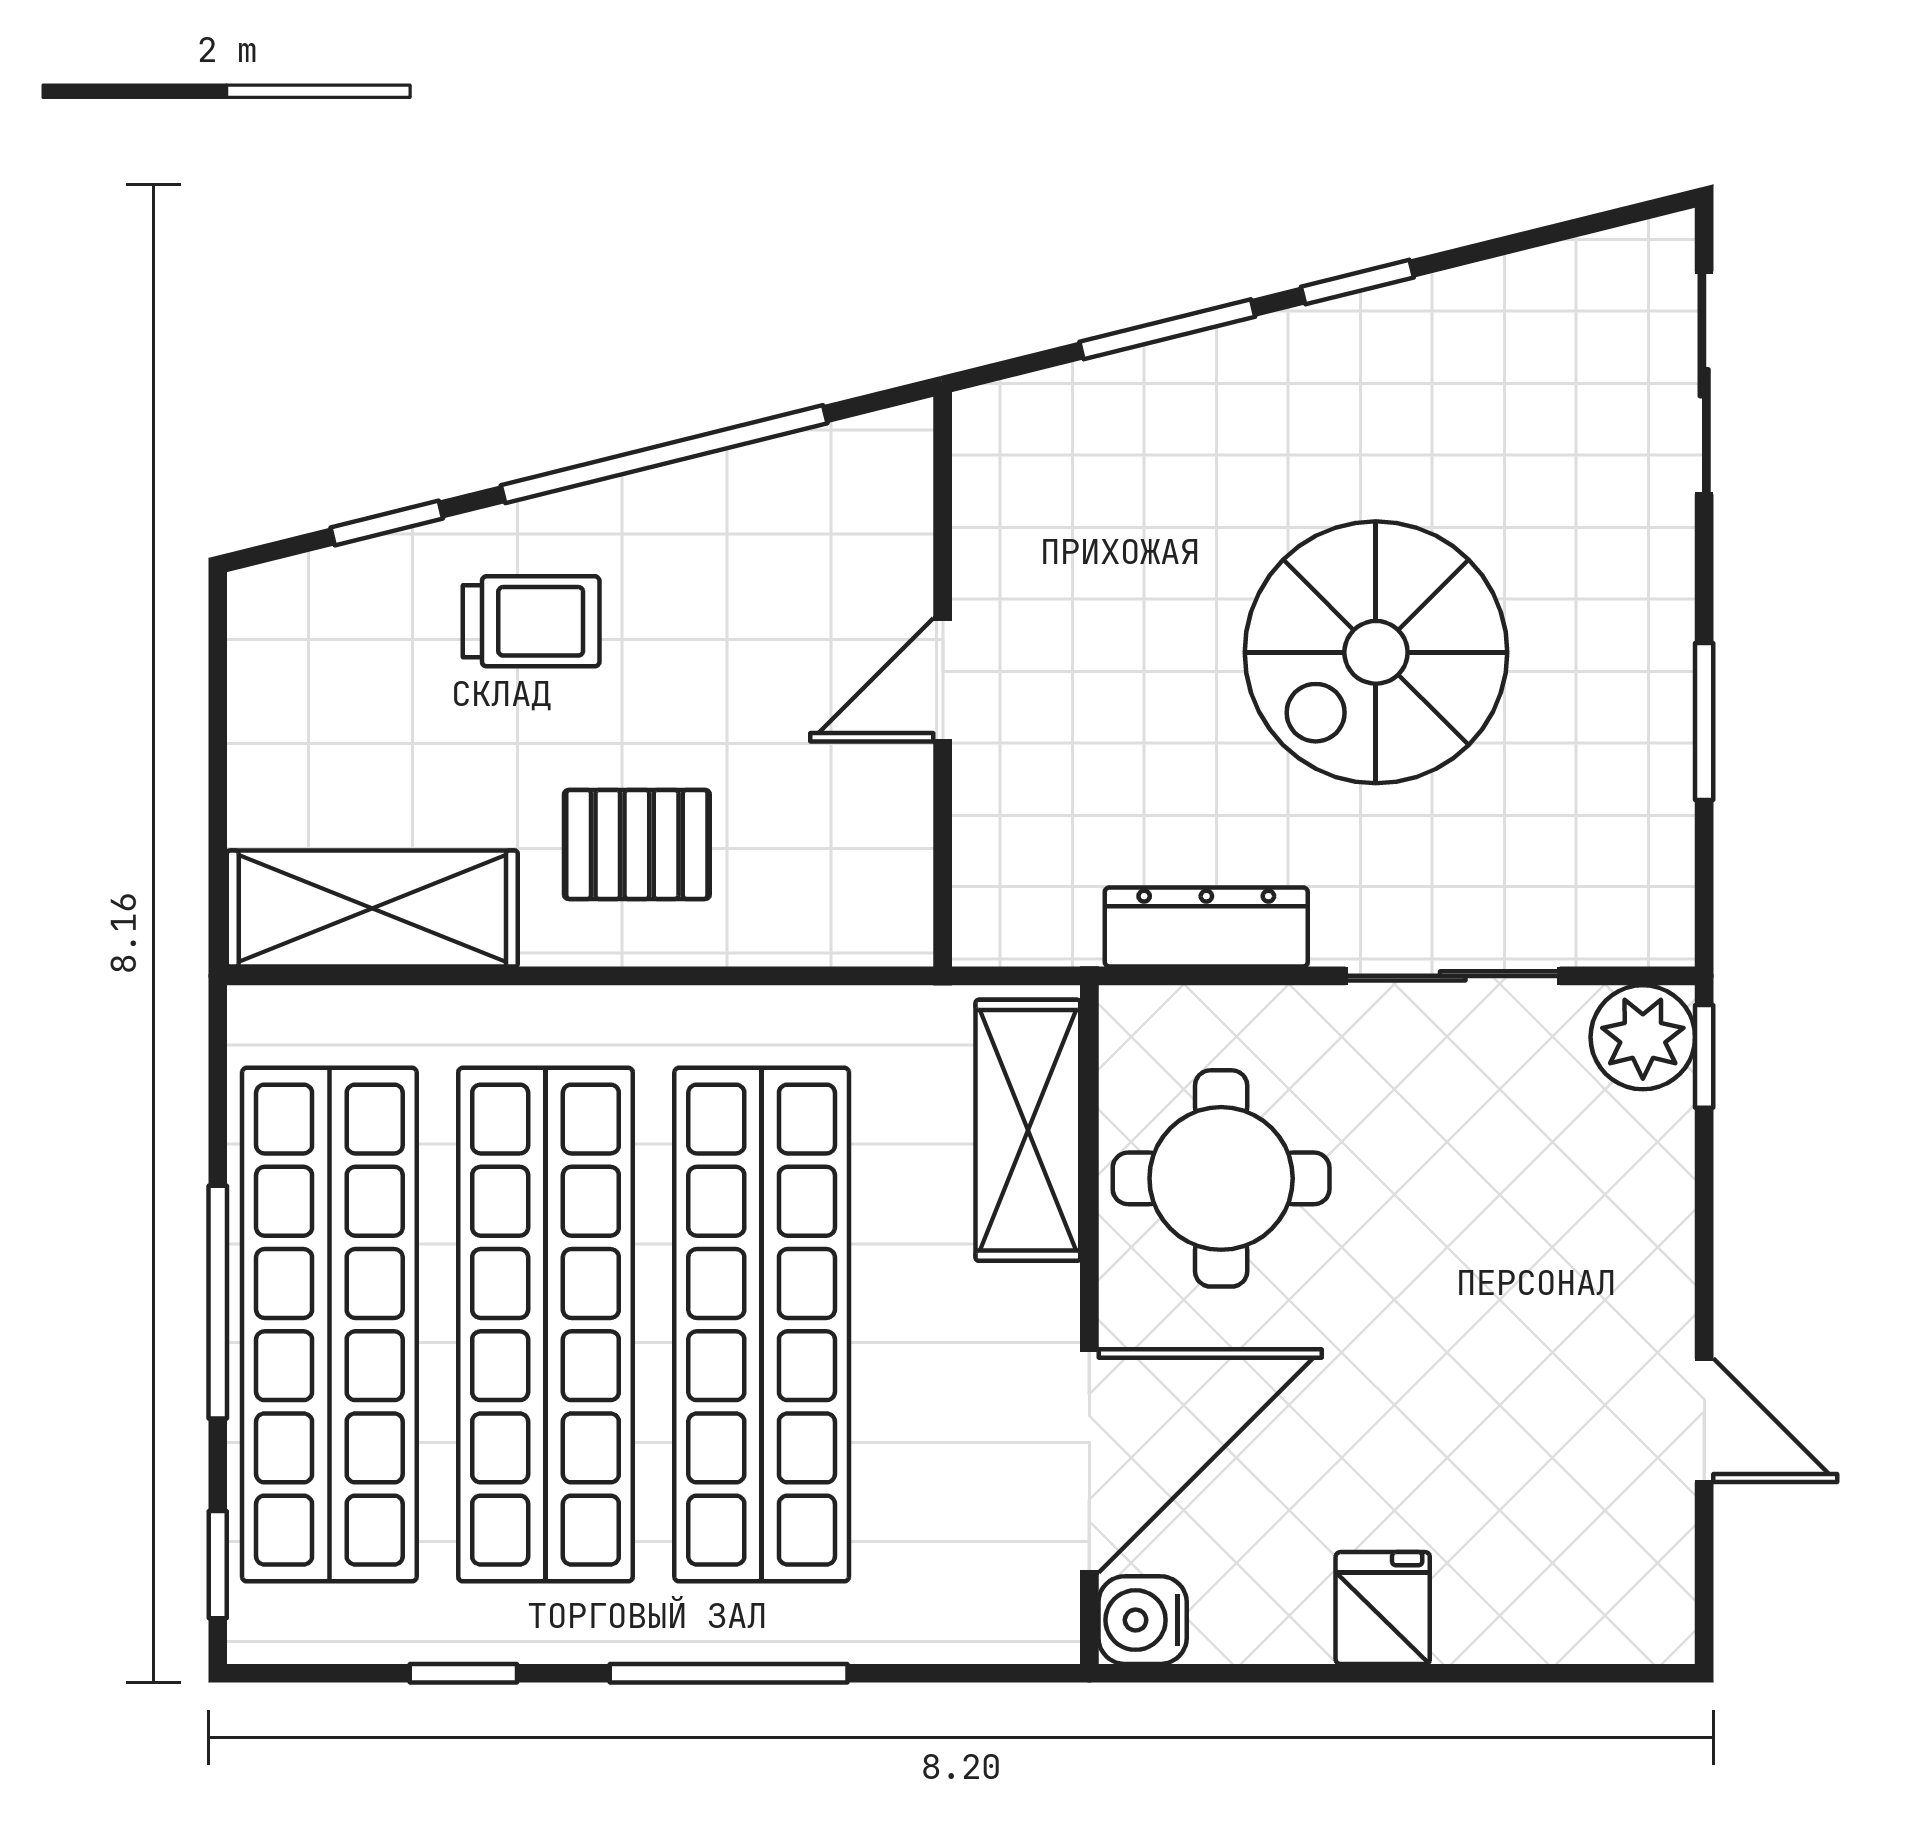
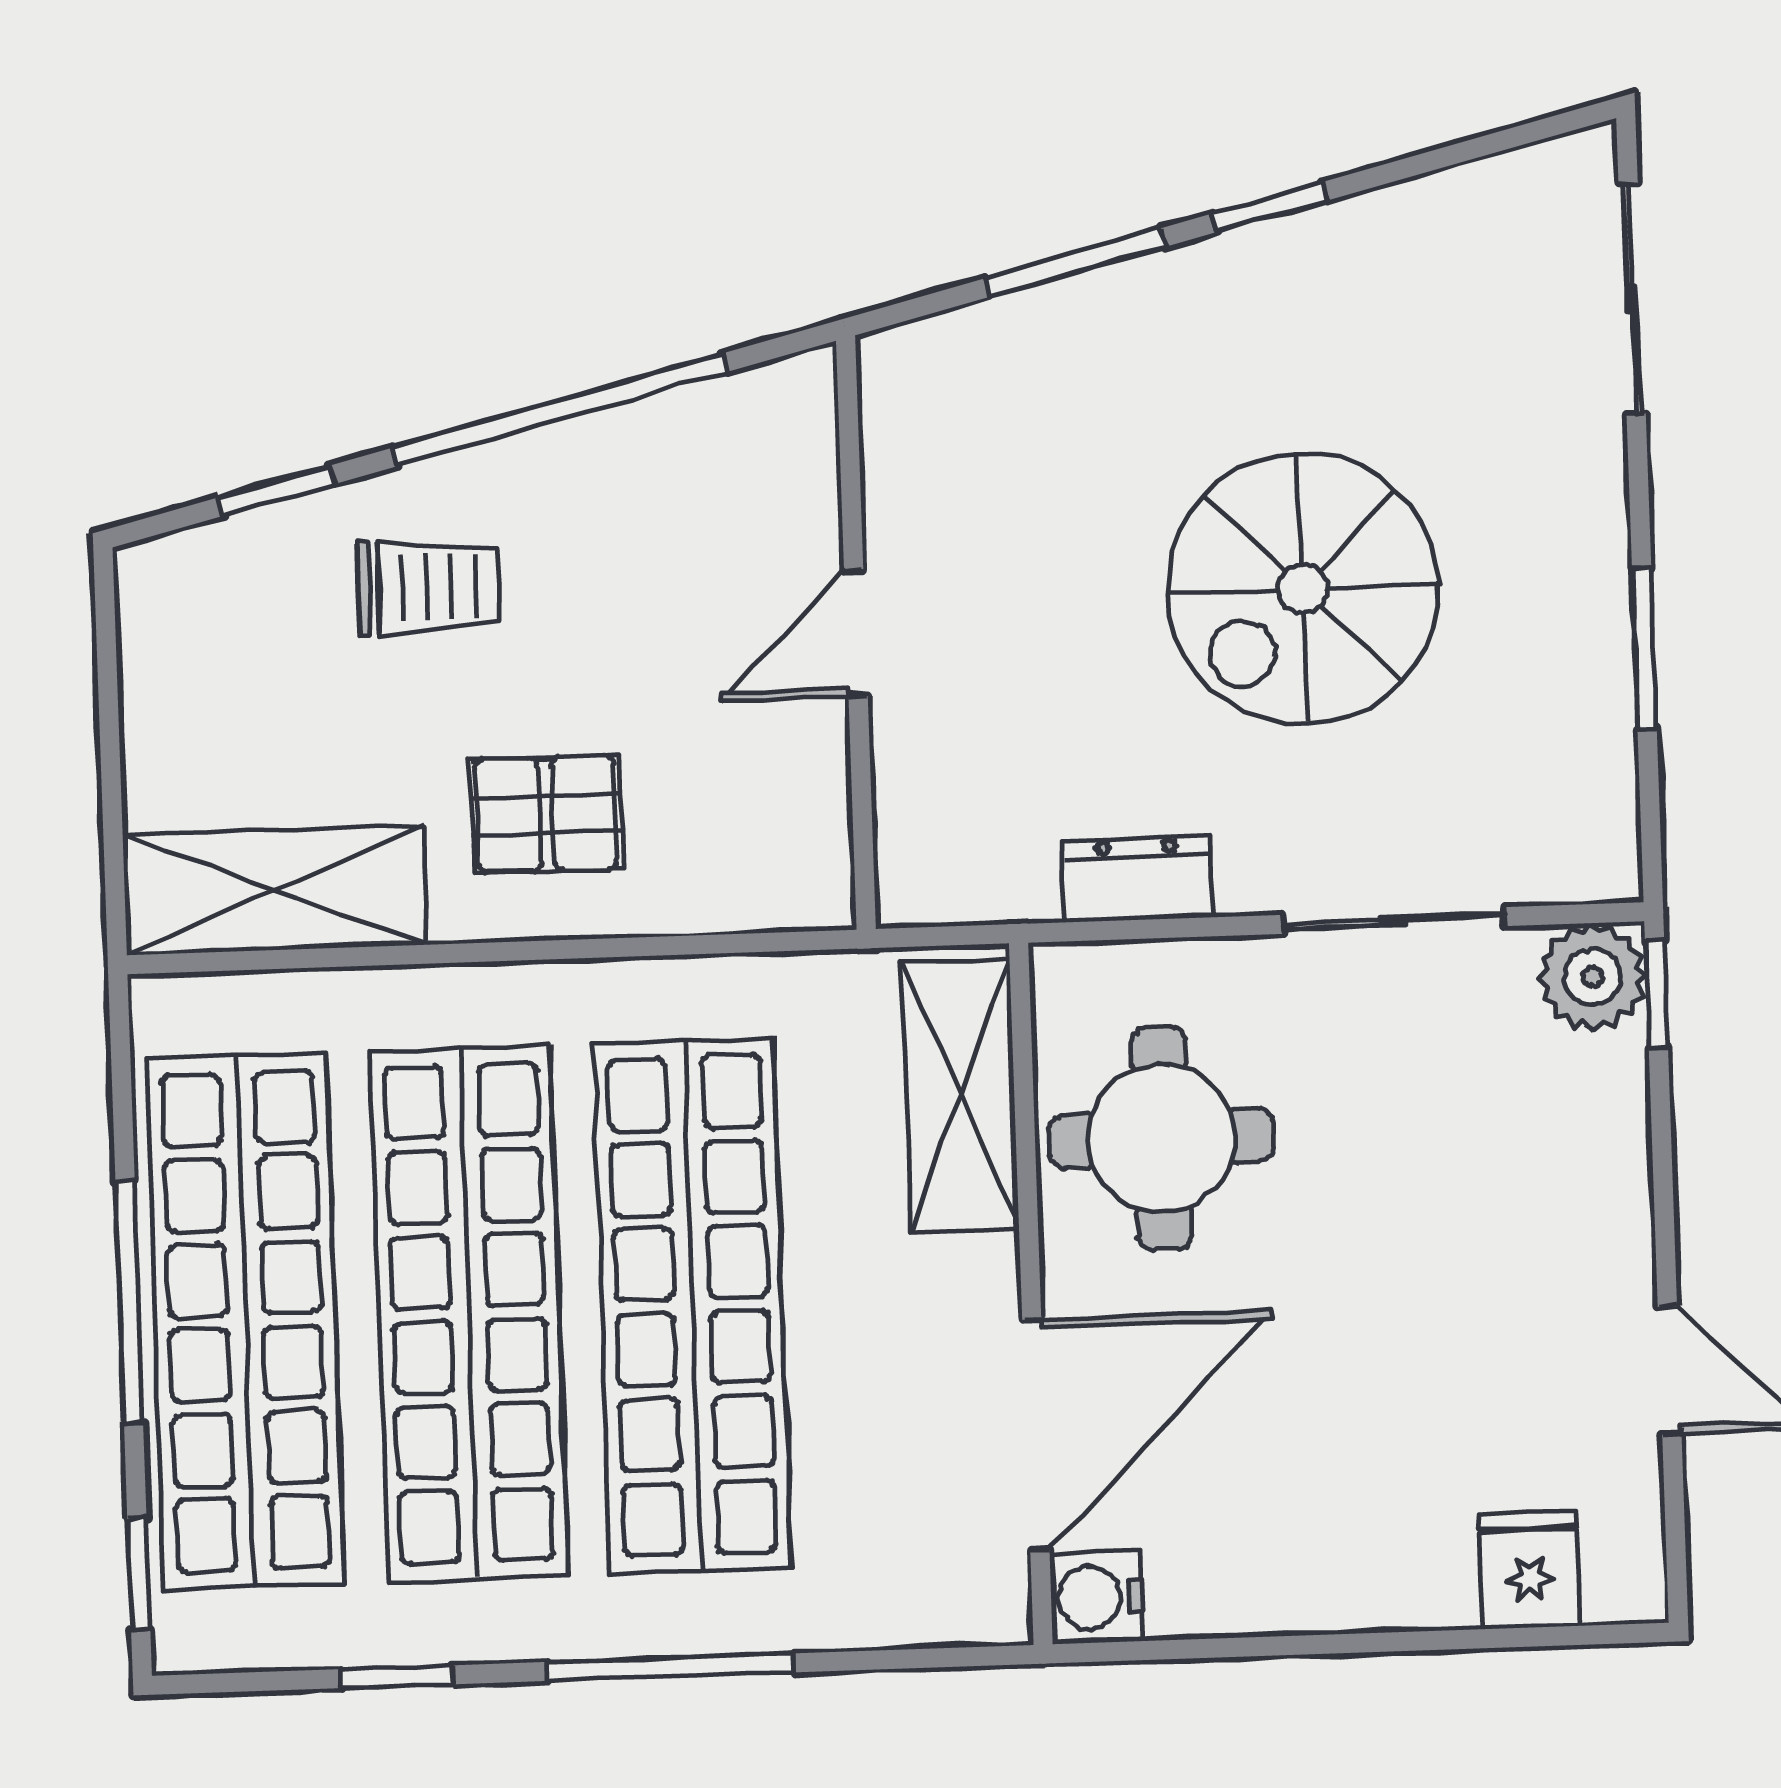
dresser: (1206, 927) -> (1137, 879), width x0.70
fridge: (1383, 1608) -> (1530, 1570), moved

